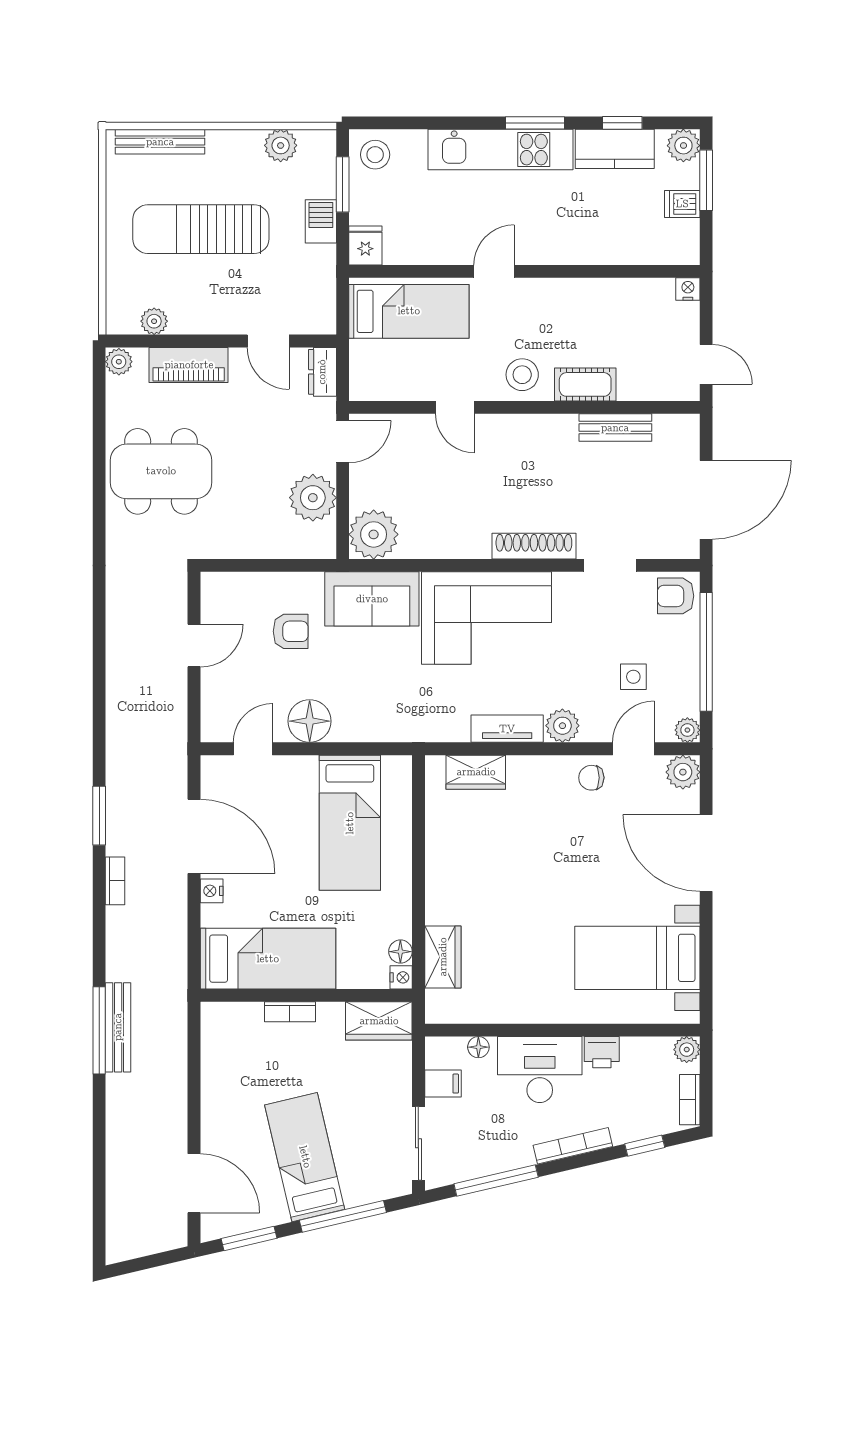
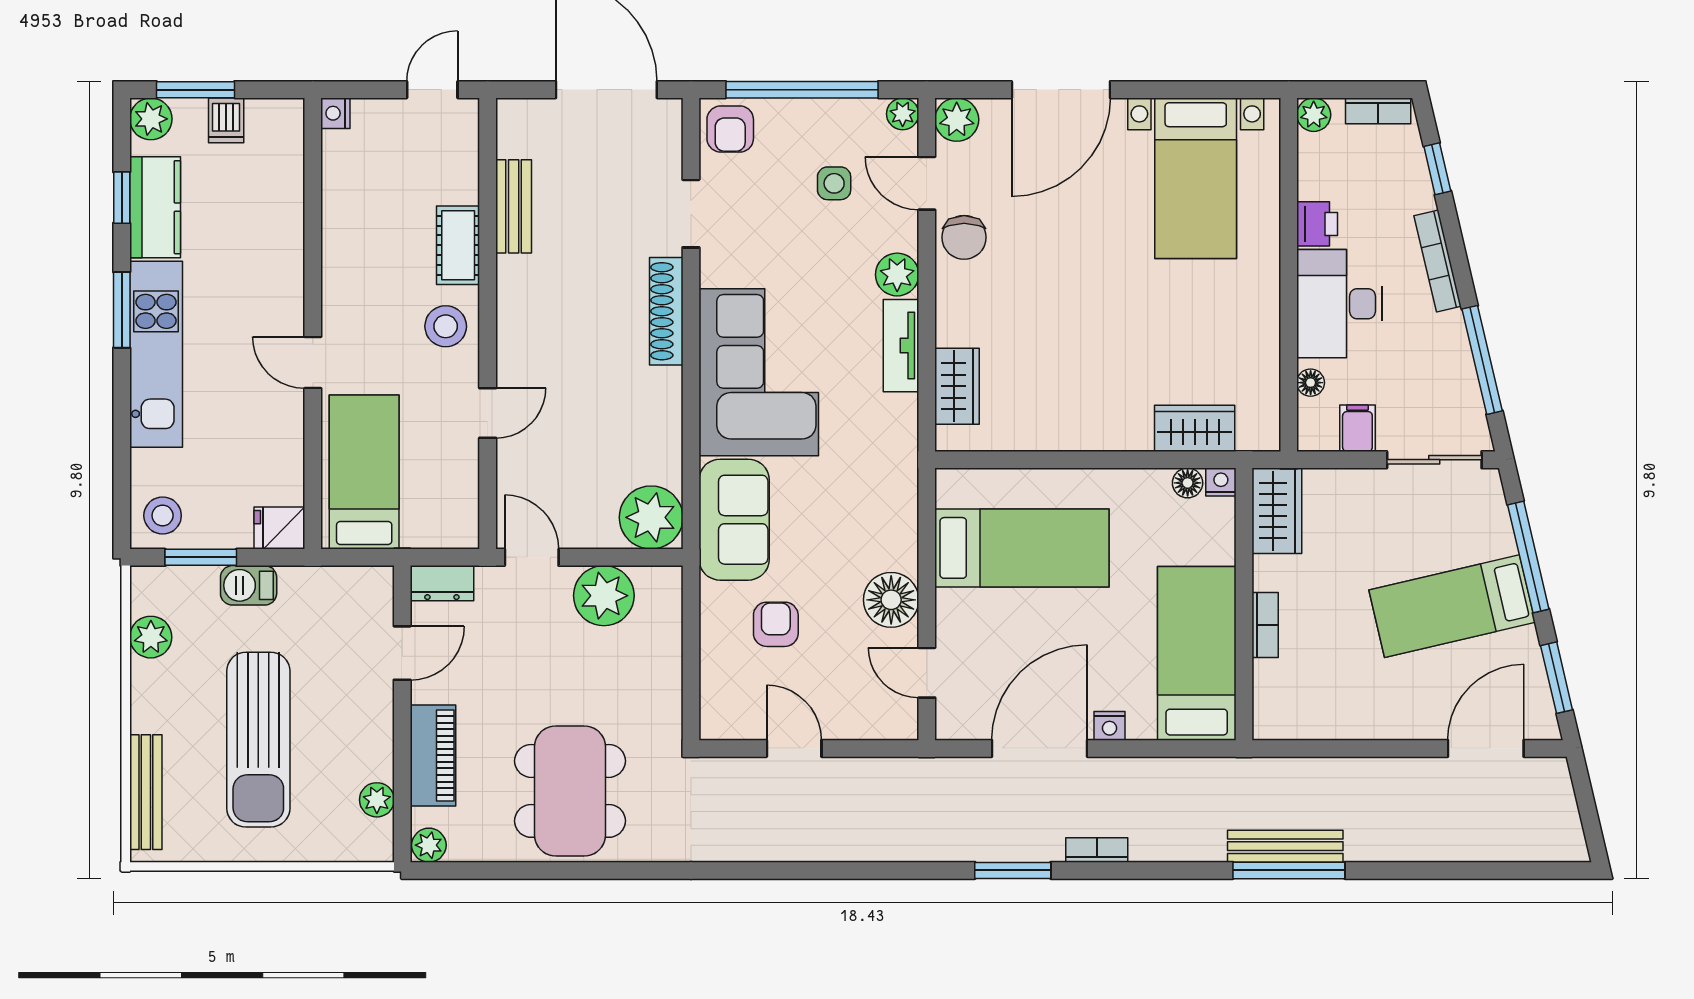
chair: (591, 778) -> (964, 237), width x1.37, depth x1.37

